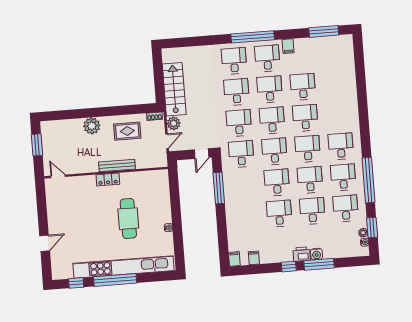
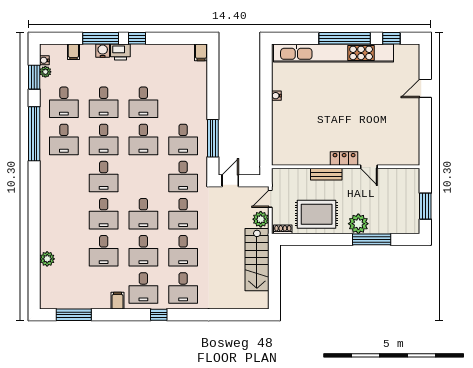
window: (253, 37) -> (159, 315), width x0.32
plant: (349, 77) -> (47, 259), added
window: (80, 114) -> (372, 239), added
rug: (127, 131) -> (317, 214), width x1.36, depth x1.43
desk: (341, 146) -> (64, 177), removed
desk: (274, 151) -> (183, 139), moved
bench: (117, 166) -> (326, 174), width x0.73
door: (58, 176) -> (369, 167), moved
cafe table: (128, 219) -> (323, 110), removed
filing cabinet: (254, 258) -> (73, 52), moved

